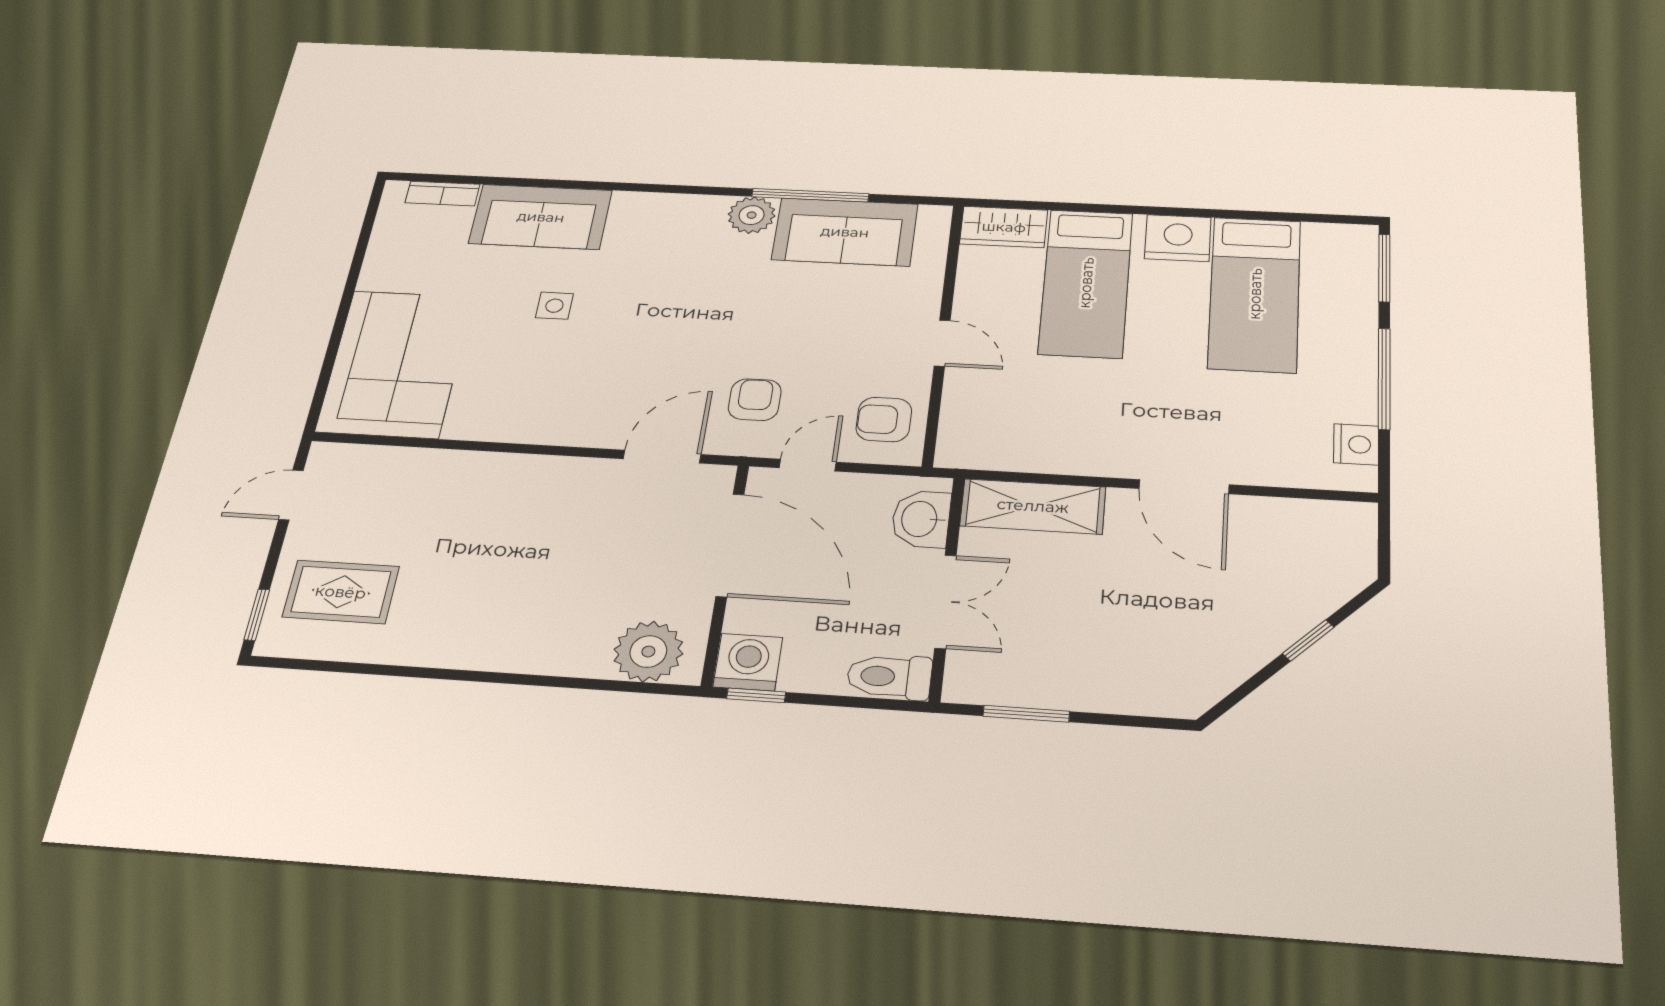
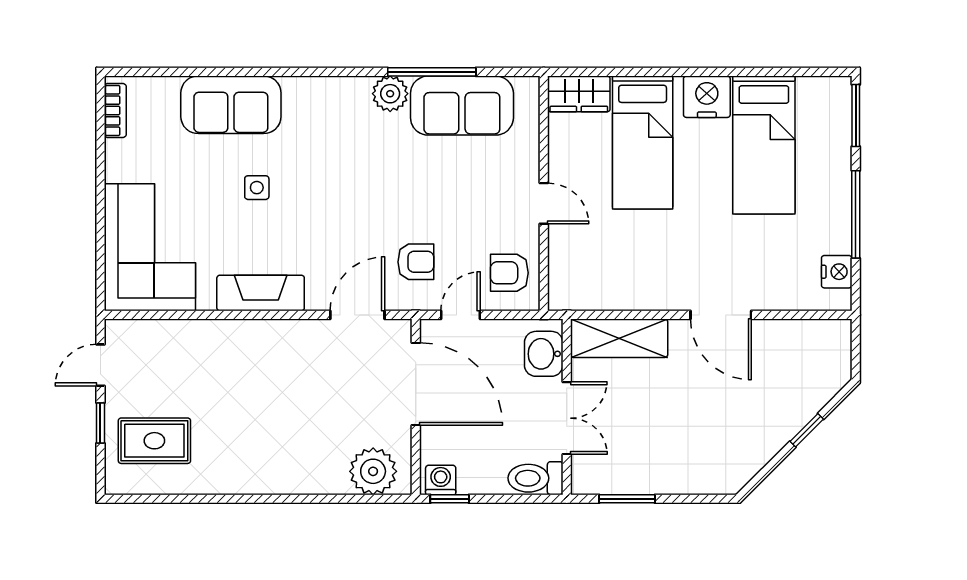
bookcase: (442, 194) -> (115, 110), moved, turned -90
armchair: (755, 400) -> (416, 262), turned 90
fireplace: (533, 423) -> (261, 293), added
window: (257, 615) -> (100, 423), moved
washing machine: (748, 662) -> (441, 480), width x0.73, depth x0.73

